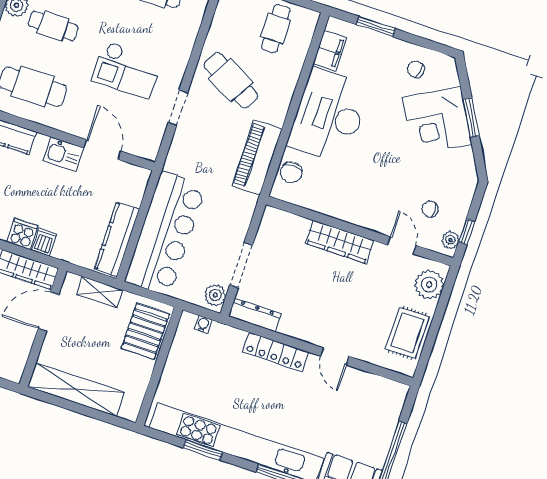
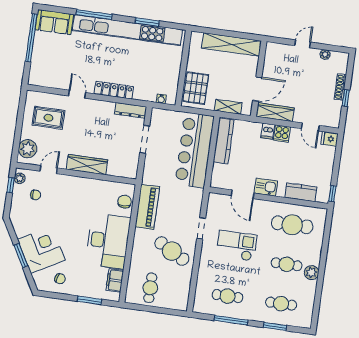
door: (402, 245) -> (49, 170), swing flipped
plant: (215, 295) -> (157, 118), removed
rug: (407, 333) -> (48, 118), moved, turned 90

